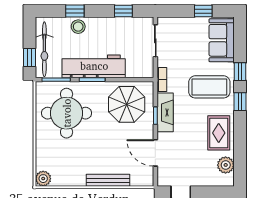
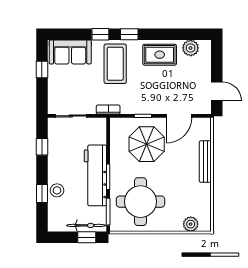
bicycle: (44, 49) -> (86, 225), width x0.73, depth x0.71
parasol: (127, 104) -> (147, 144), moved
fireplace: (165, 112) -> (140, 106), removed
plant: (43, 179) -> (191, 224), moved

